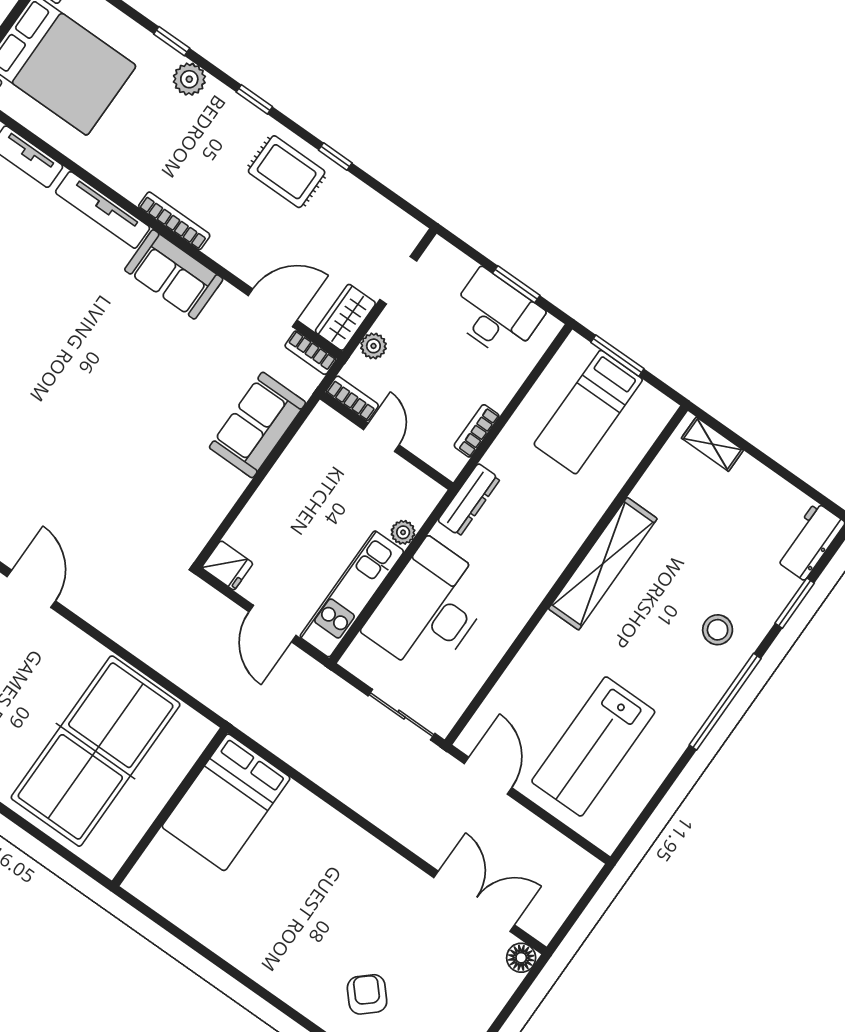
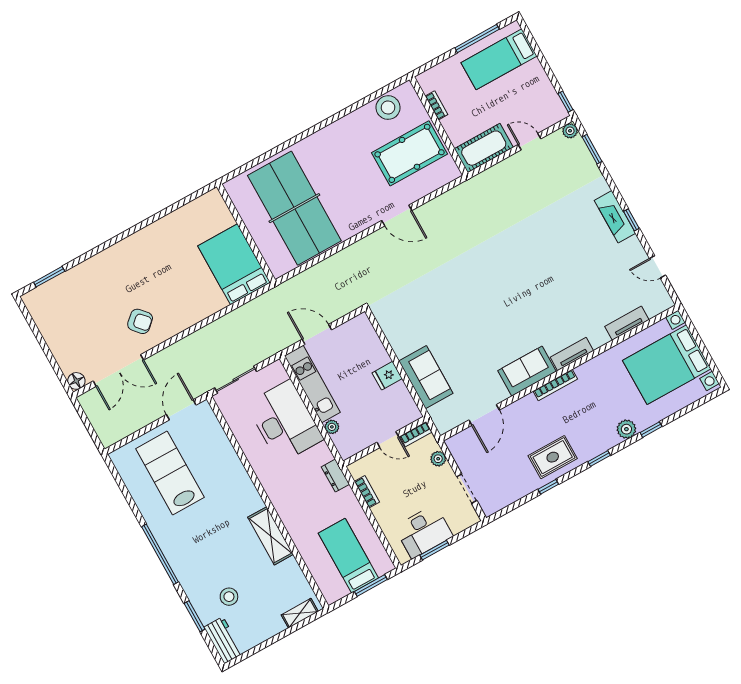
tv unit: (103, 210) -> (572, 354), width x0.71
wardrobe: (345, 317) -> (460, 451), removed
bookcase: (311, 353) -> (451, 424), removed
dresser: (469, 500) -> (335, 476), width x0.70
shelving: (603, 564) -> (271, 536), width x0.68
fridge: (227, 565) -> (387, 376), moved
stool: (718, 630) -> (229, 597), moved
door: (488, 776) -> (181, 410), swing flipped
armchair: (367, 994) -> (140, 321), moved

